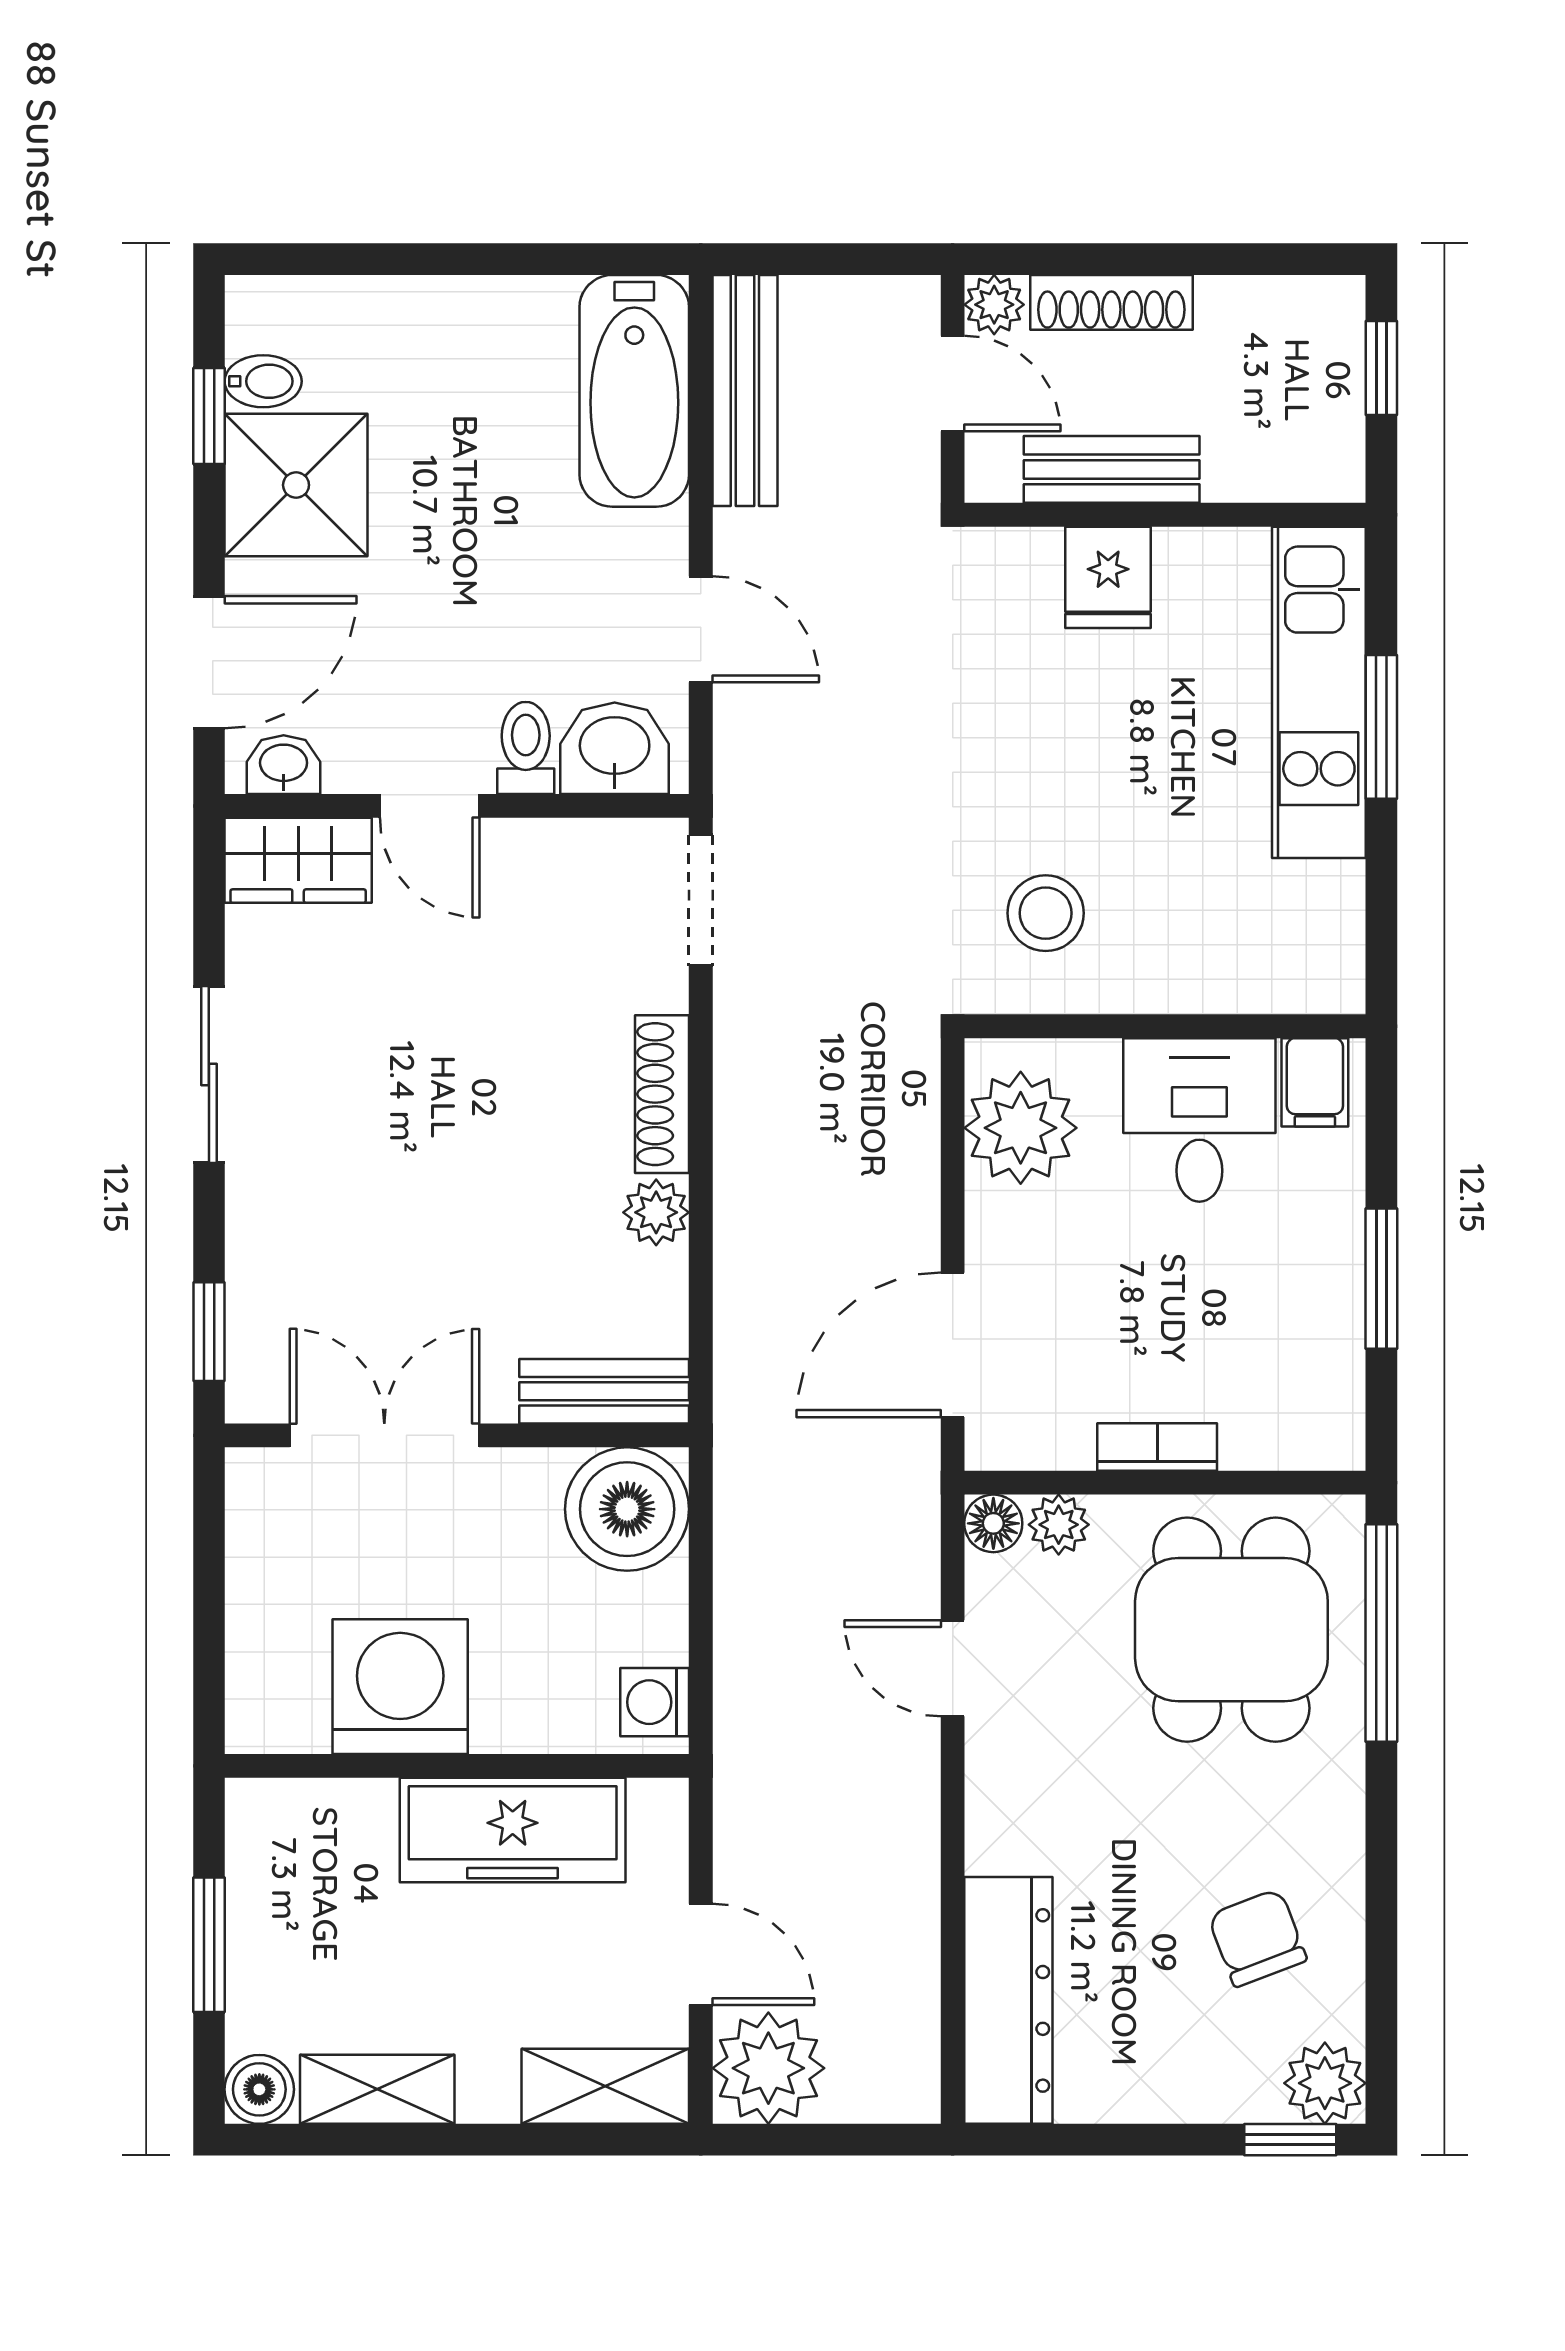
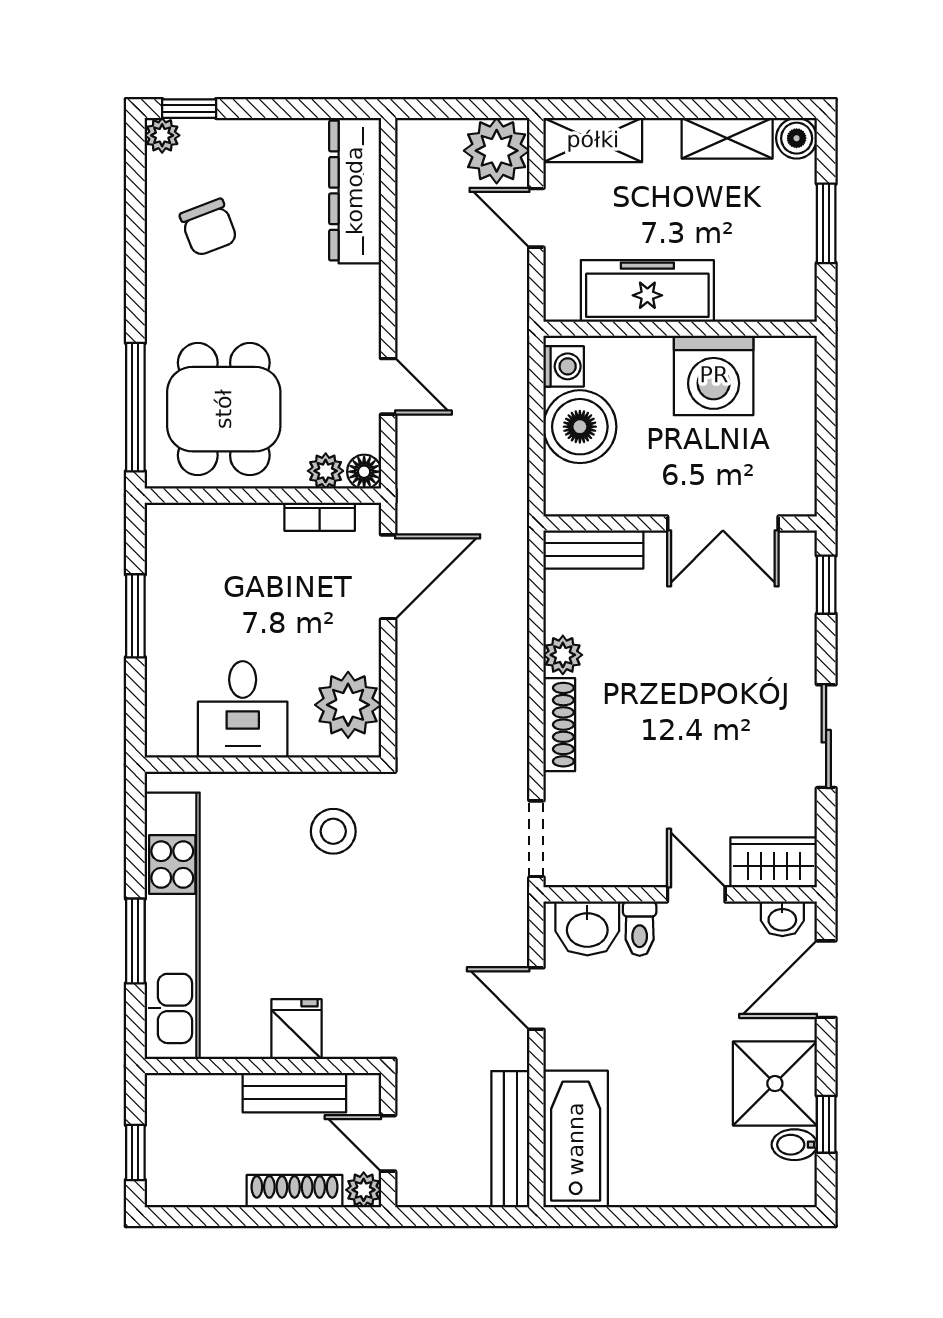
kitchen unit: (1319, 692) -> (172, 926), width x1.36
filing cabinet: (1315, 1082) -> (175, 732), removed
bookcase: (1157, 1447) -> (320, 517), moved
boiler: (627, 1509) -> (580, 427), moved
plant: (1325, 2083) -> (162, 135), width x0.73, depth x0.73

